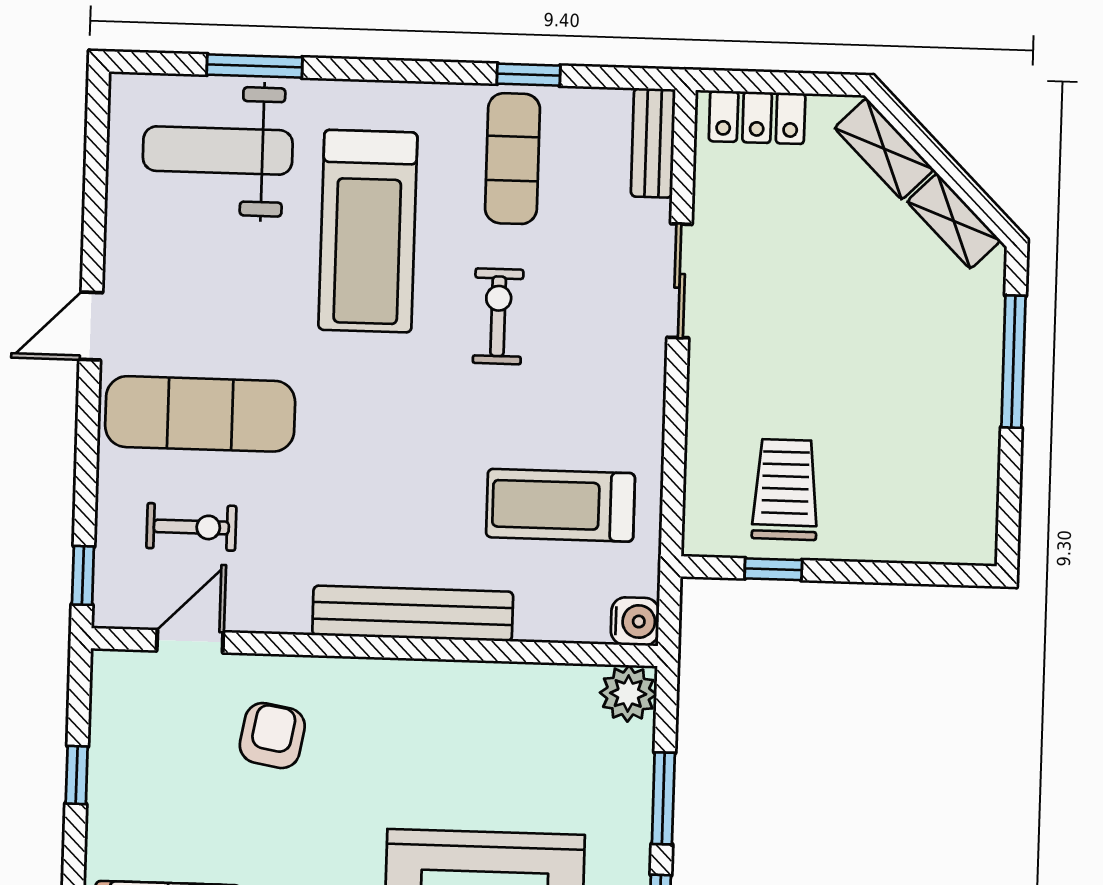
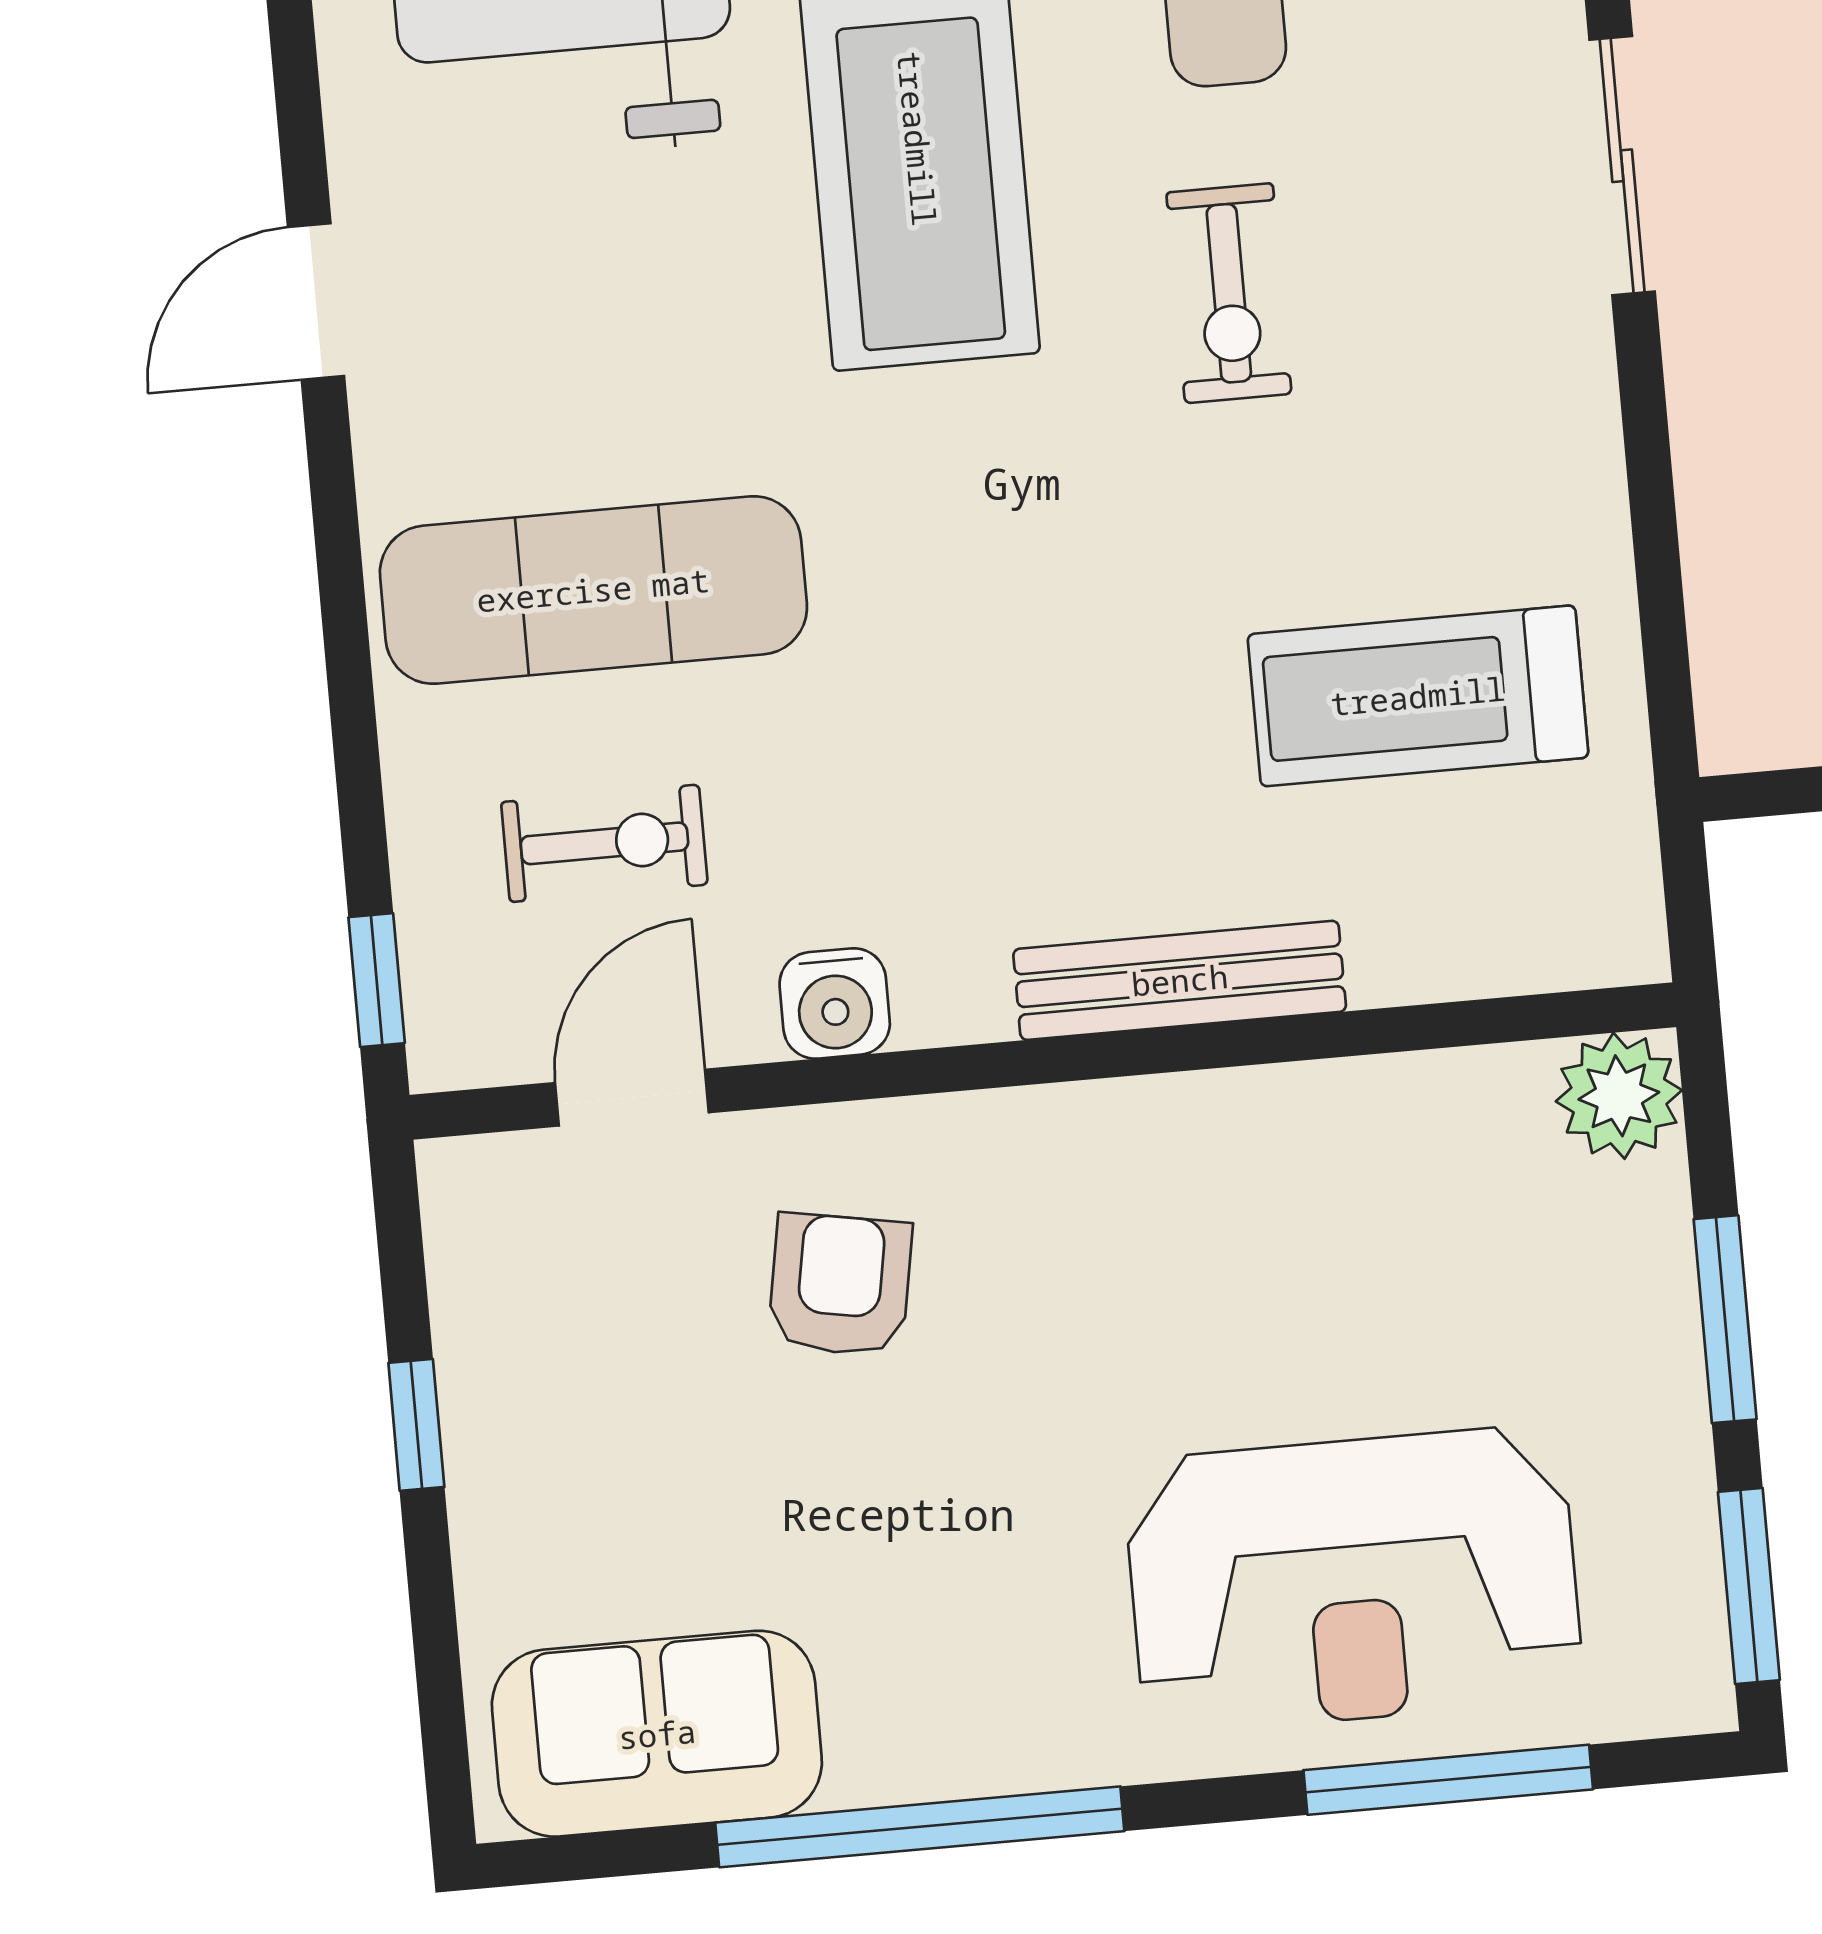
exercise bike: (498, 316) -> (1229, 293), turned 180
door: (91, 326) -> (316, 301), moved
bench: (413, 613) -> (1180, 980), width x0.73, depth x0.82
water cooler: (635, 621) -> (835, 1003), moved, turned 90

